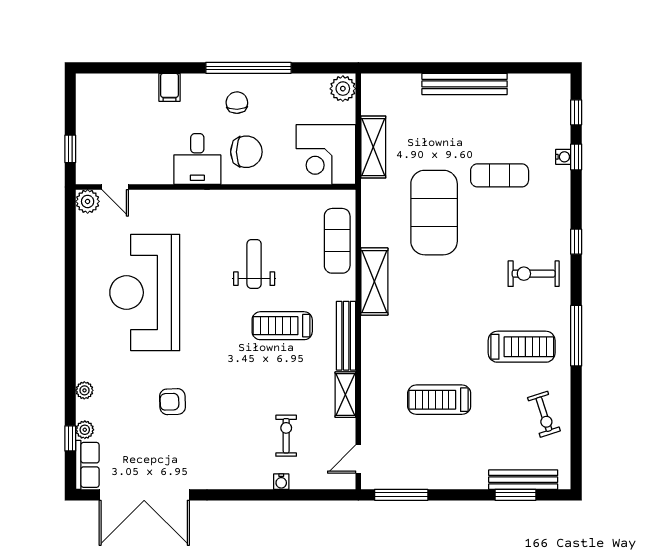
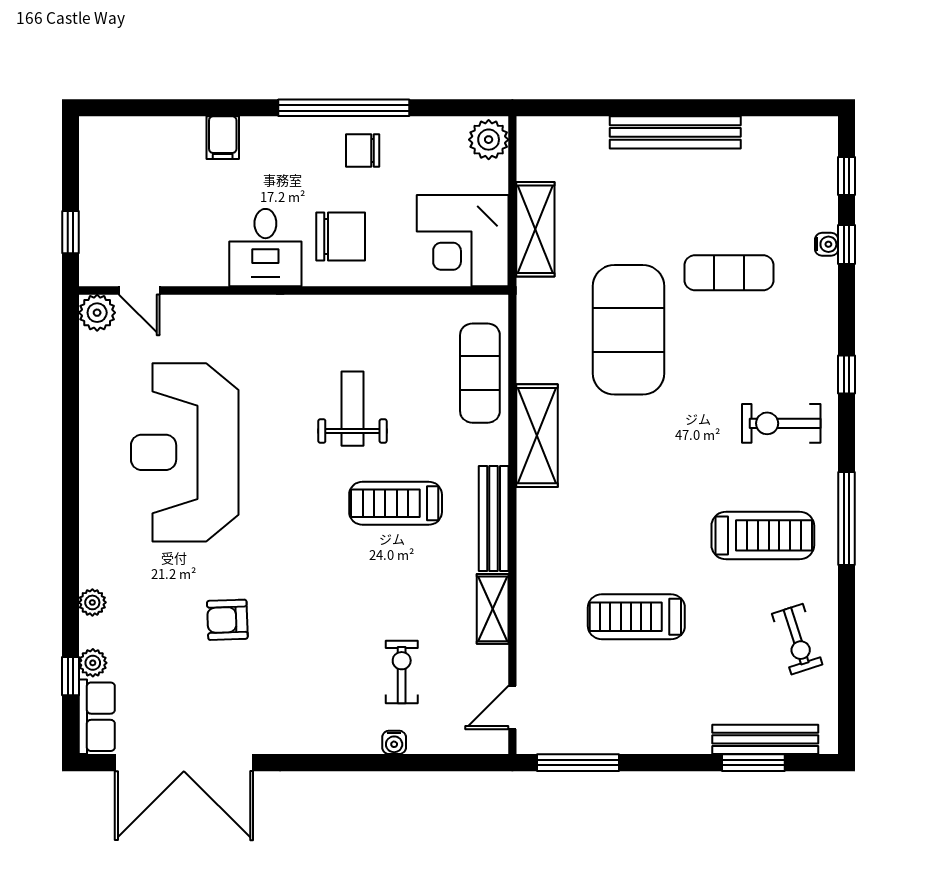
chair: (237, 103) -> (363, 150), moved, turned -88

